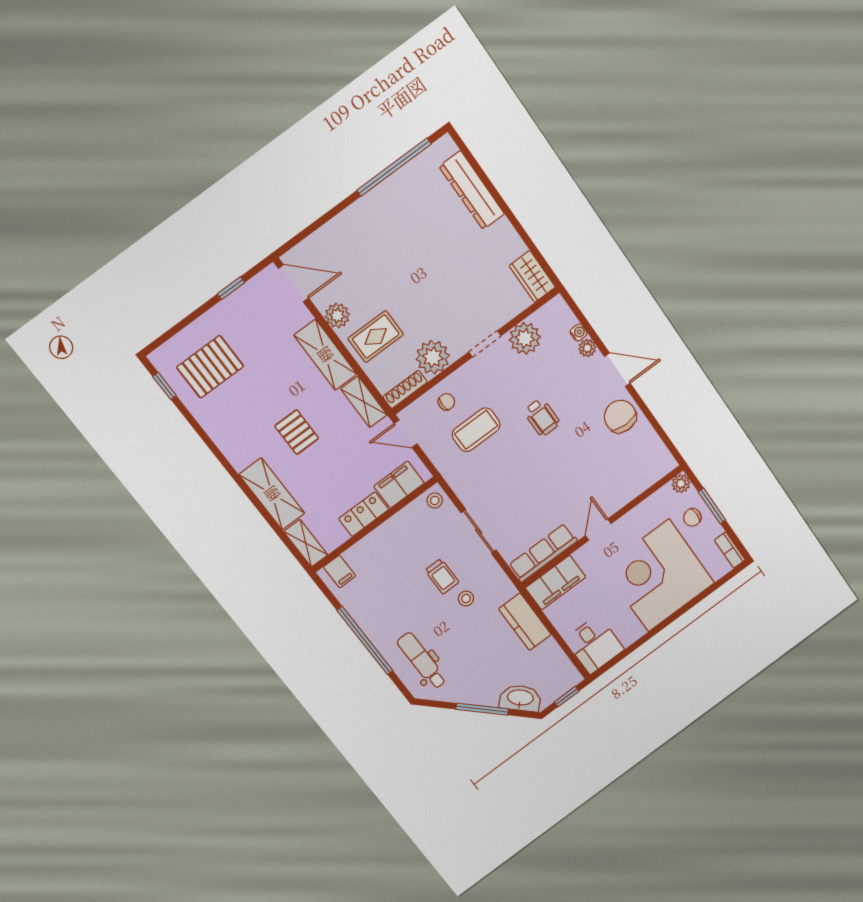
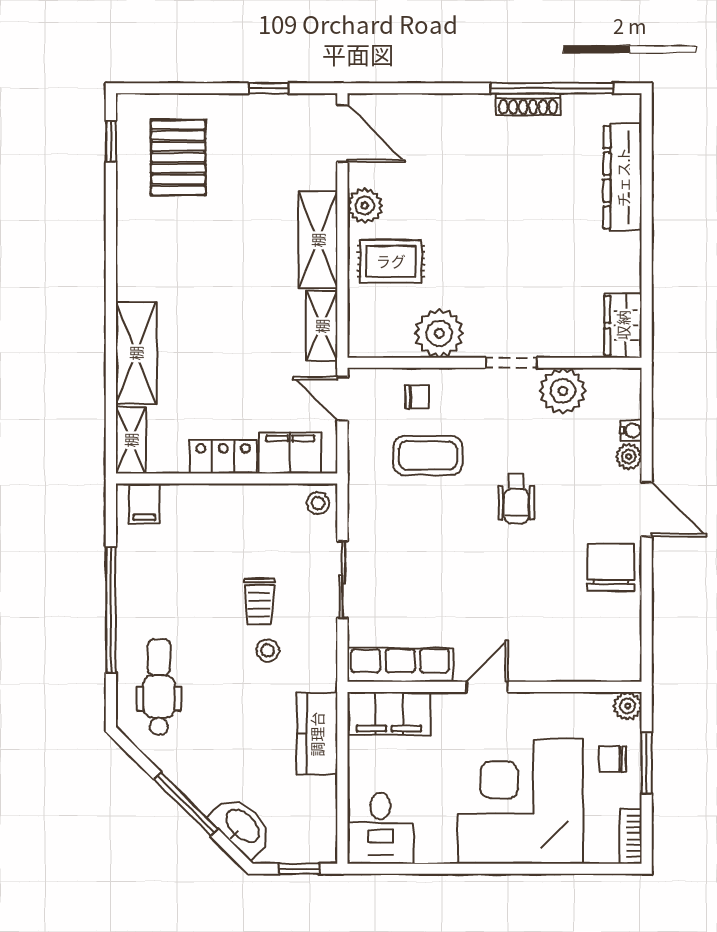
pallet: (210, 367) -> (178, 158), turned 90
shoe rack: (405, 389) -> (528, 104), moved, turned 180
pallet: (297, 432) -> (219, 303), removed

